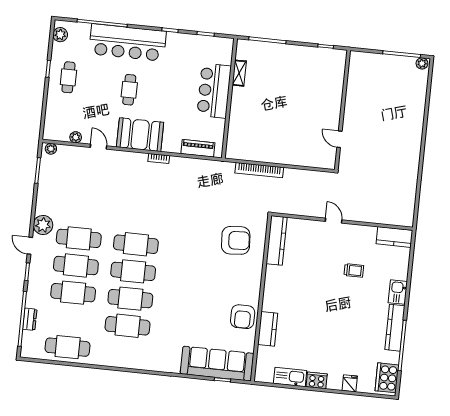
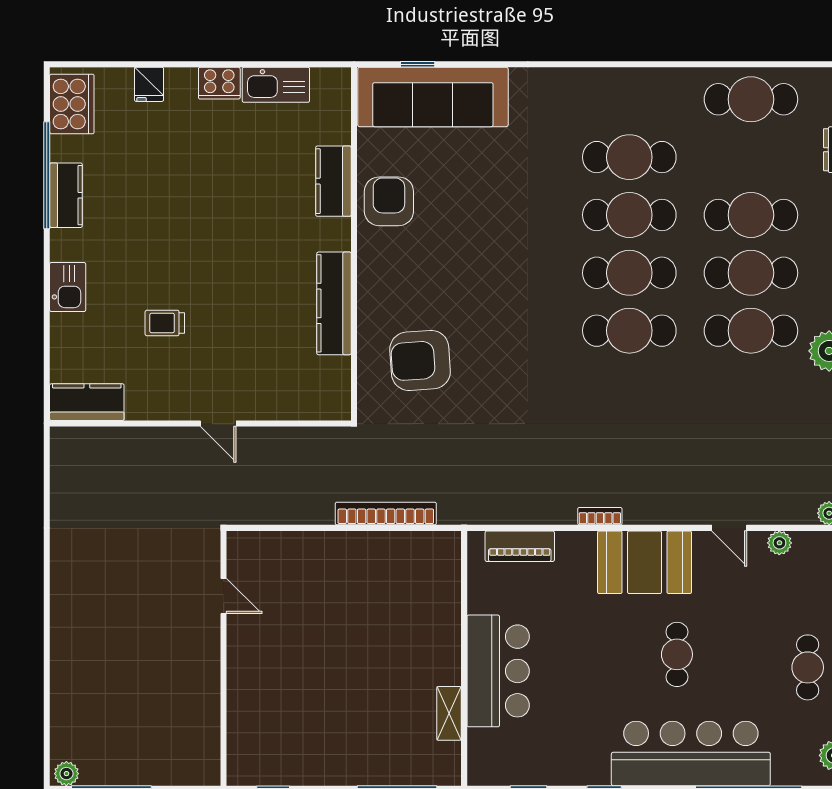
kitchen counter: (277, 240) -> (334, 303), moved
kitchen counter: (395, 328) -> (66, 195), width x0.67

